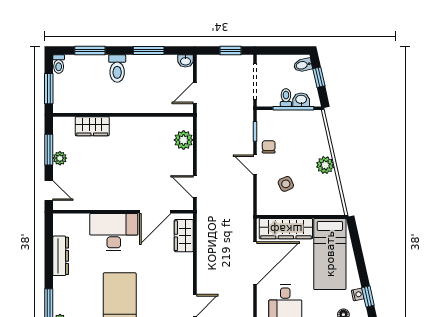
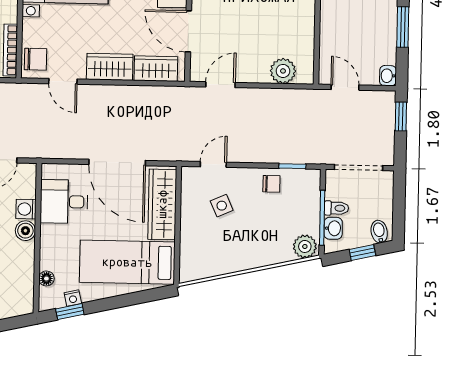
window: (230, 51) -> (401, 116), moved
door: (255, 165) -> (213, 164), moved
plant: (325, 165) -> (305, 246), moved
wardrobe: (183, 270) -> (110, 67), added

